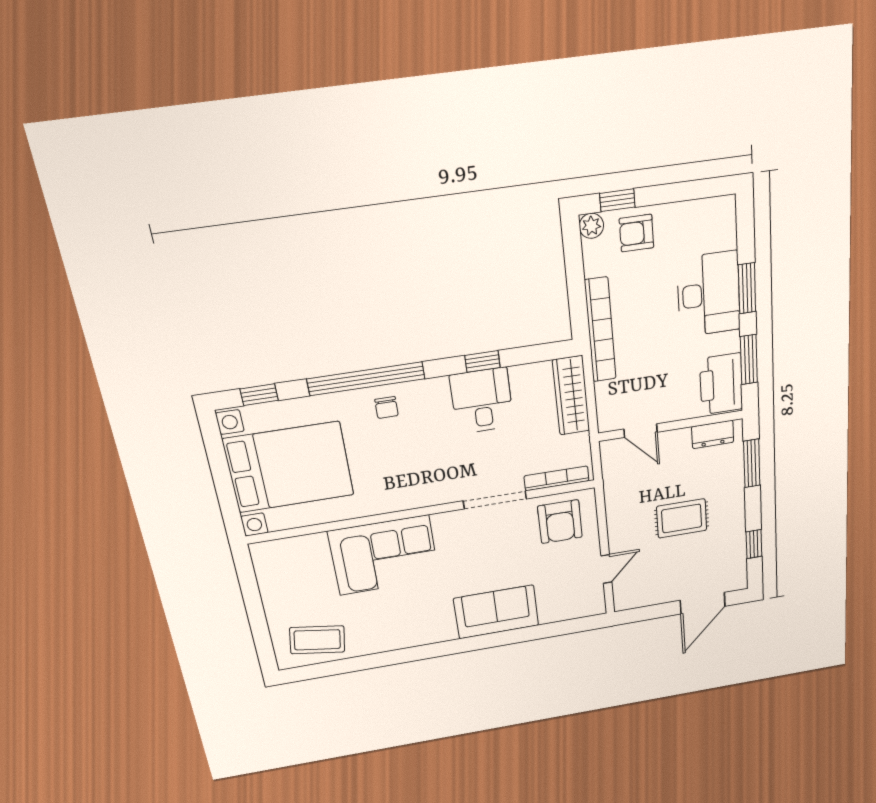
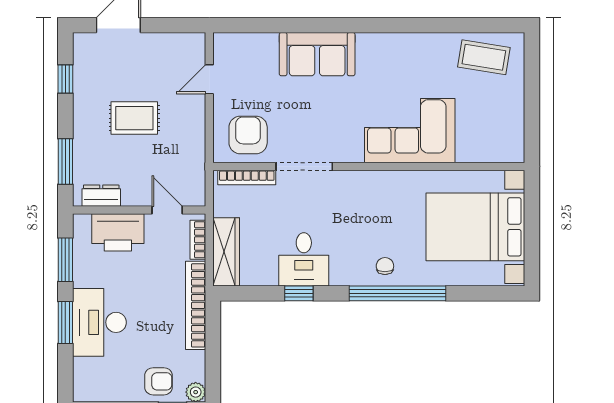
printer: (721, 384) -> (118, 232), moved, turned 90
window: (259, 395) -> (486, 293), removed
bookcase: (604, 404) -> (198, 240), added

